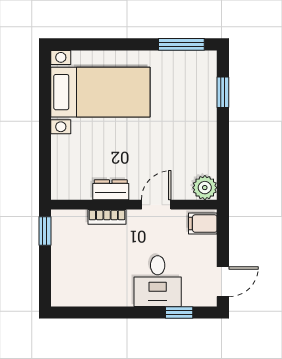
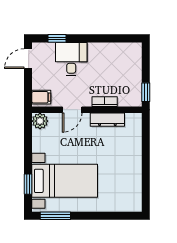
bed with nightstands: (100, 92) -> (65, 181), moved, turned 180
dresser: (111, 190) -> (107, 120), width x1.44

